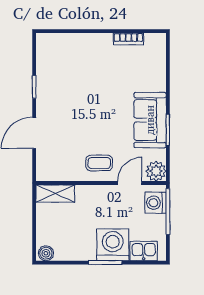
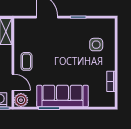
side table: (74, 61) -> (96, 45), added
sofa: (150, 120) -> (62, 96), width x1.36

